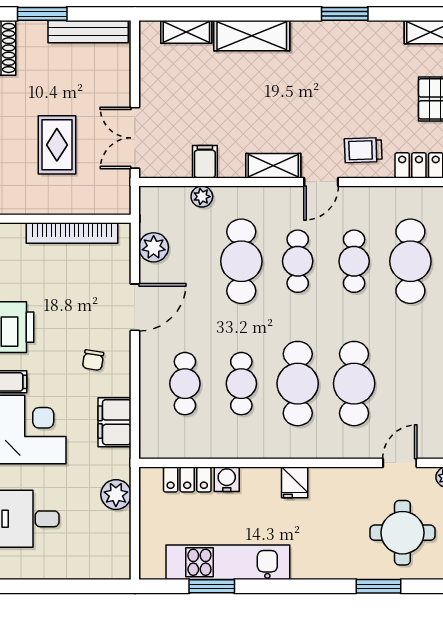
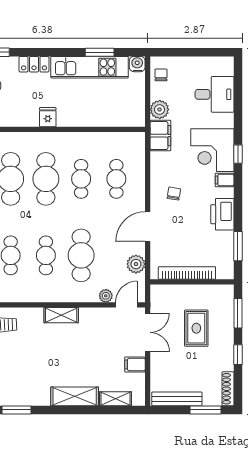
filing cabinet: (205, 162) -> (135, 365), moved, turned 90
door: (321, 182) -> (126, 305), moved
filing cabinet: (115, 422) -> (160, 136), moved
locker: (187, 479) -> (34, 64), moved, turned 180
water cooler: (227, 479) -> (137, 64), moved, turned 180
chair: (114, 550) -> (161, 75), added

